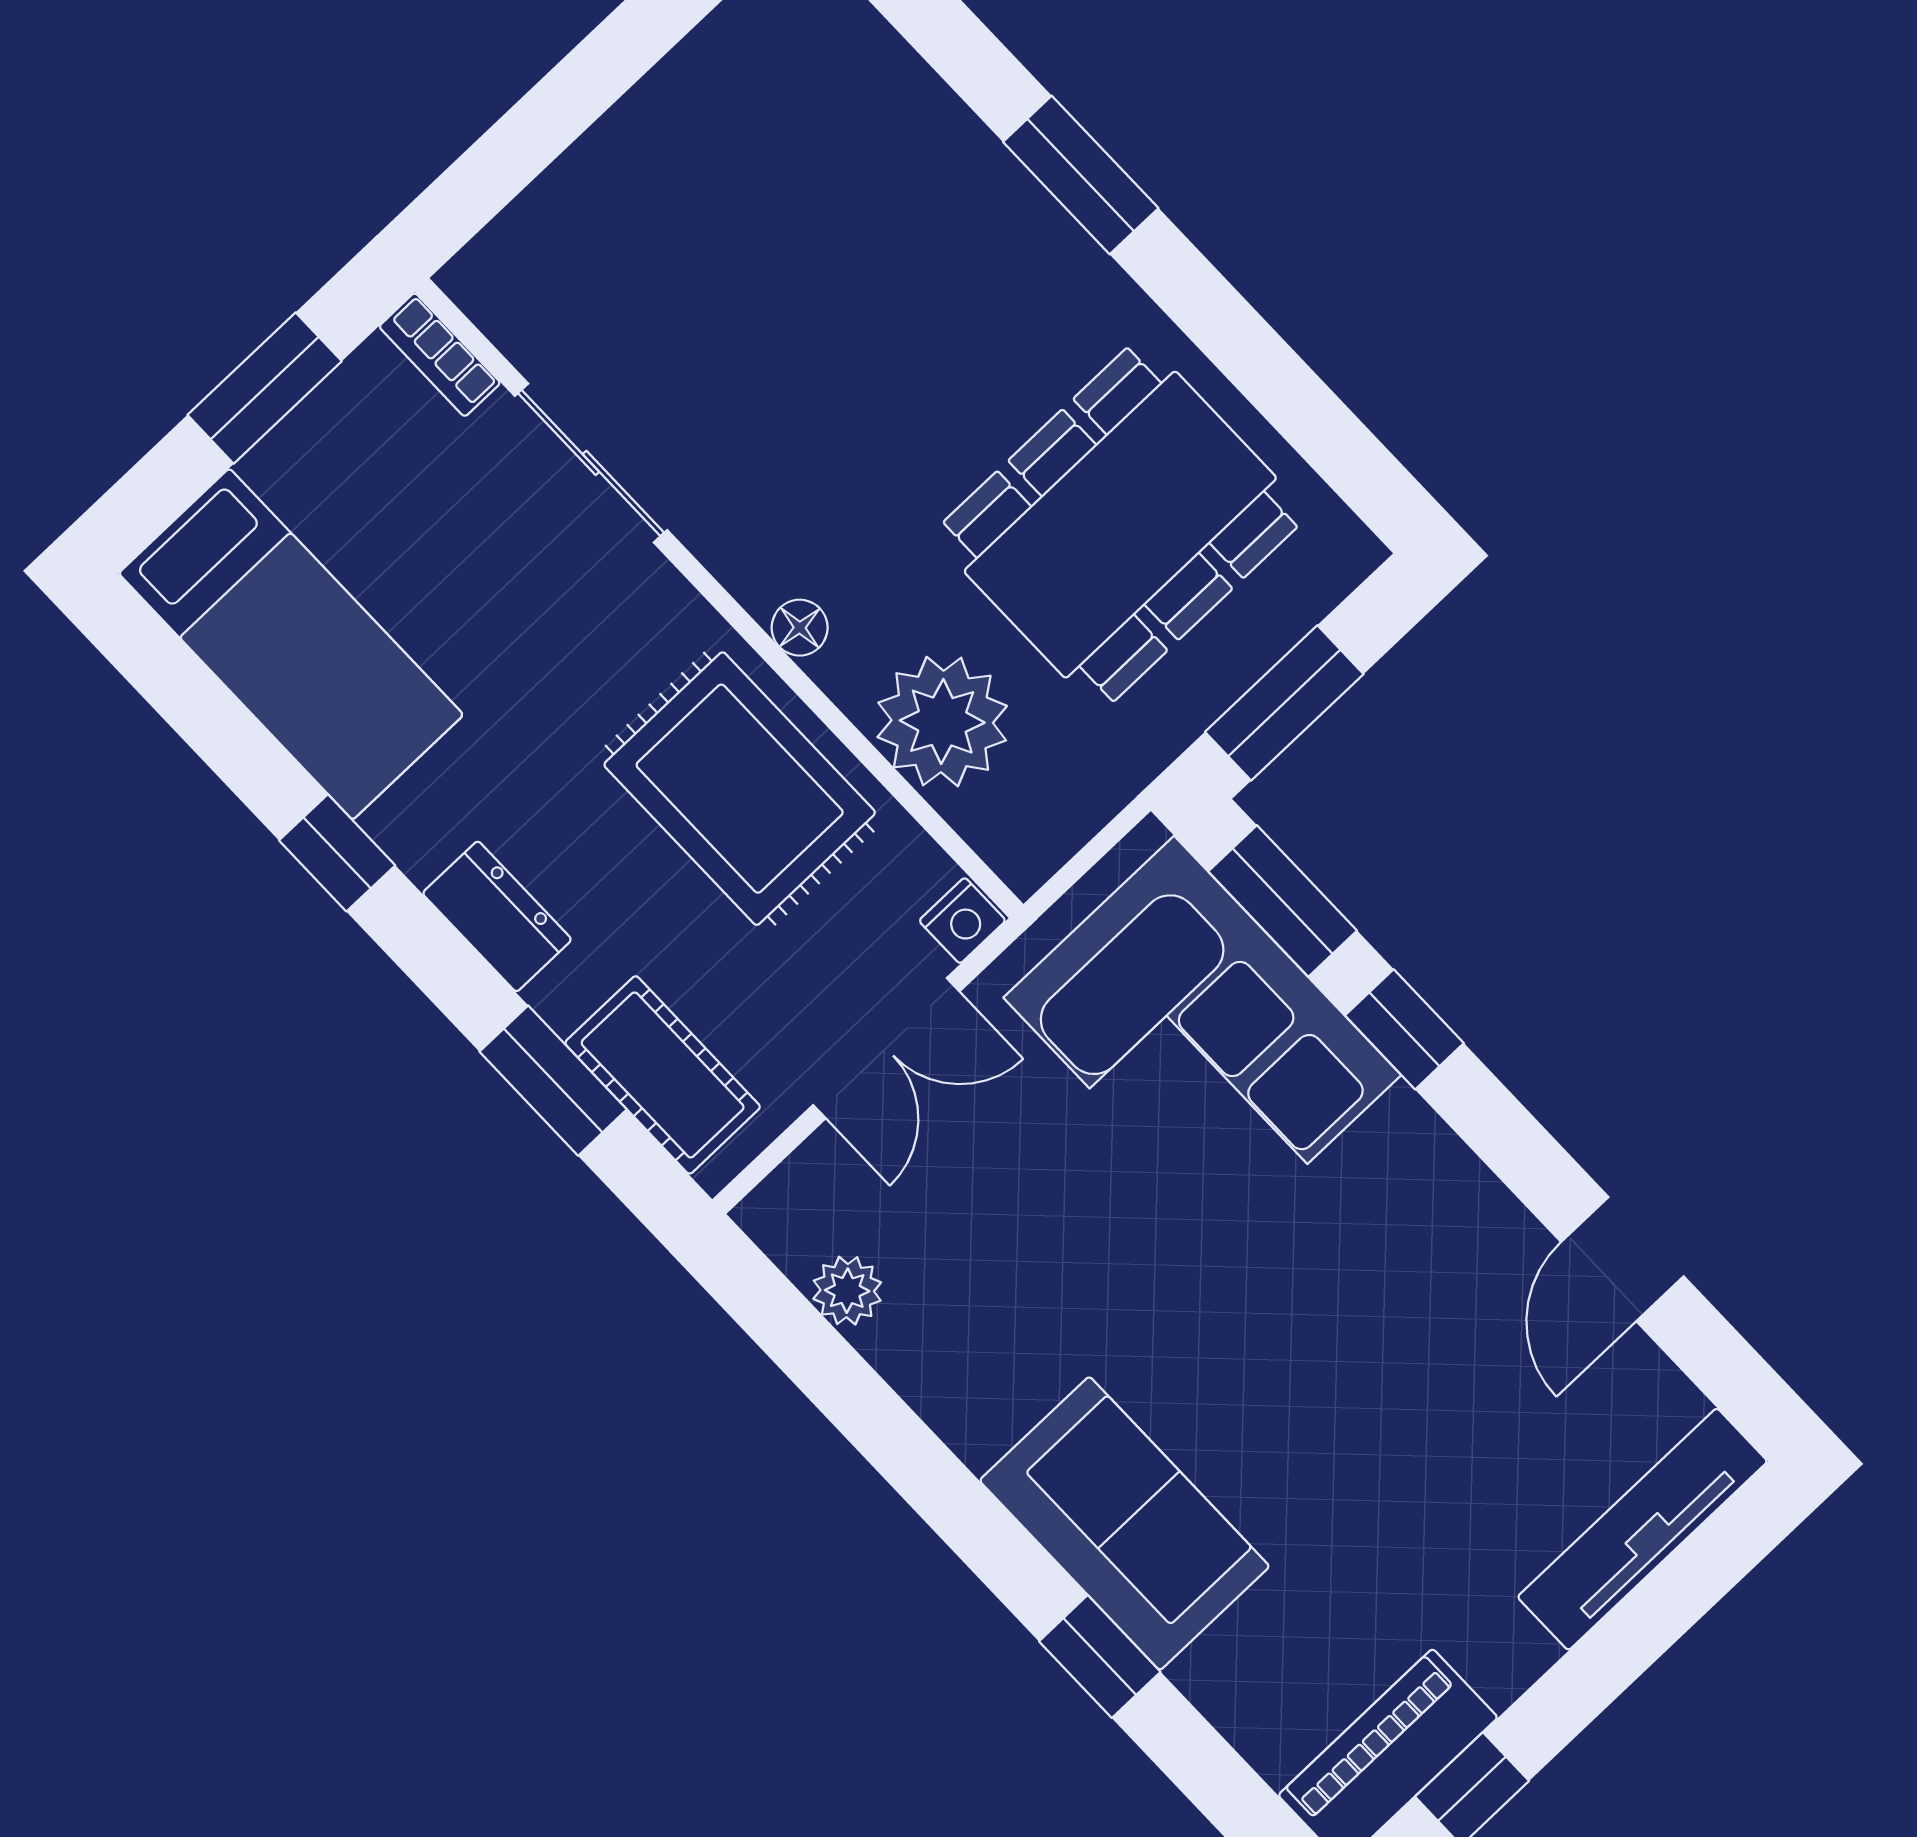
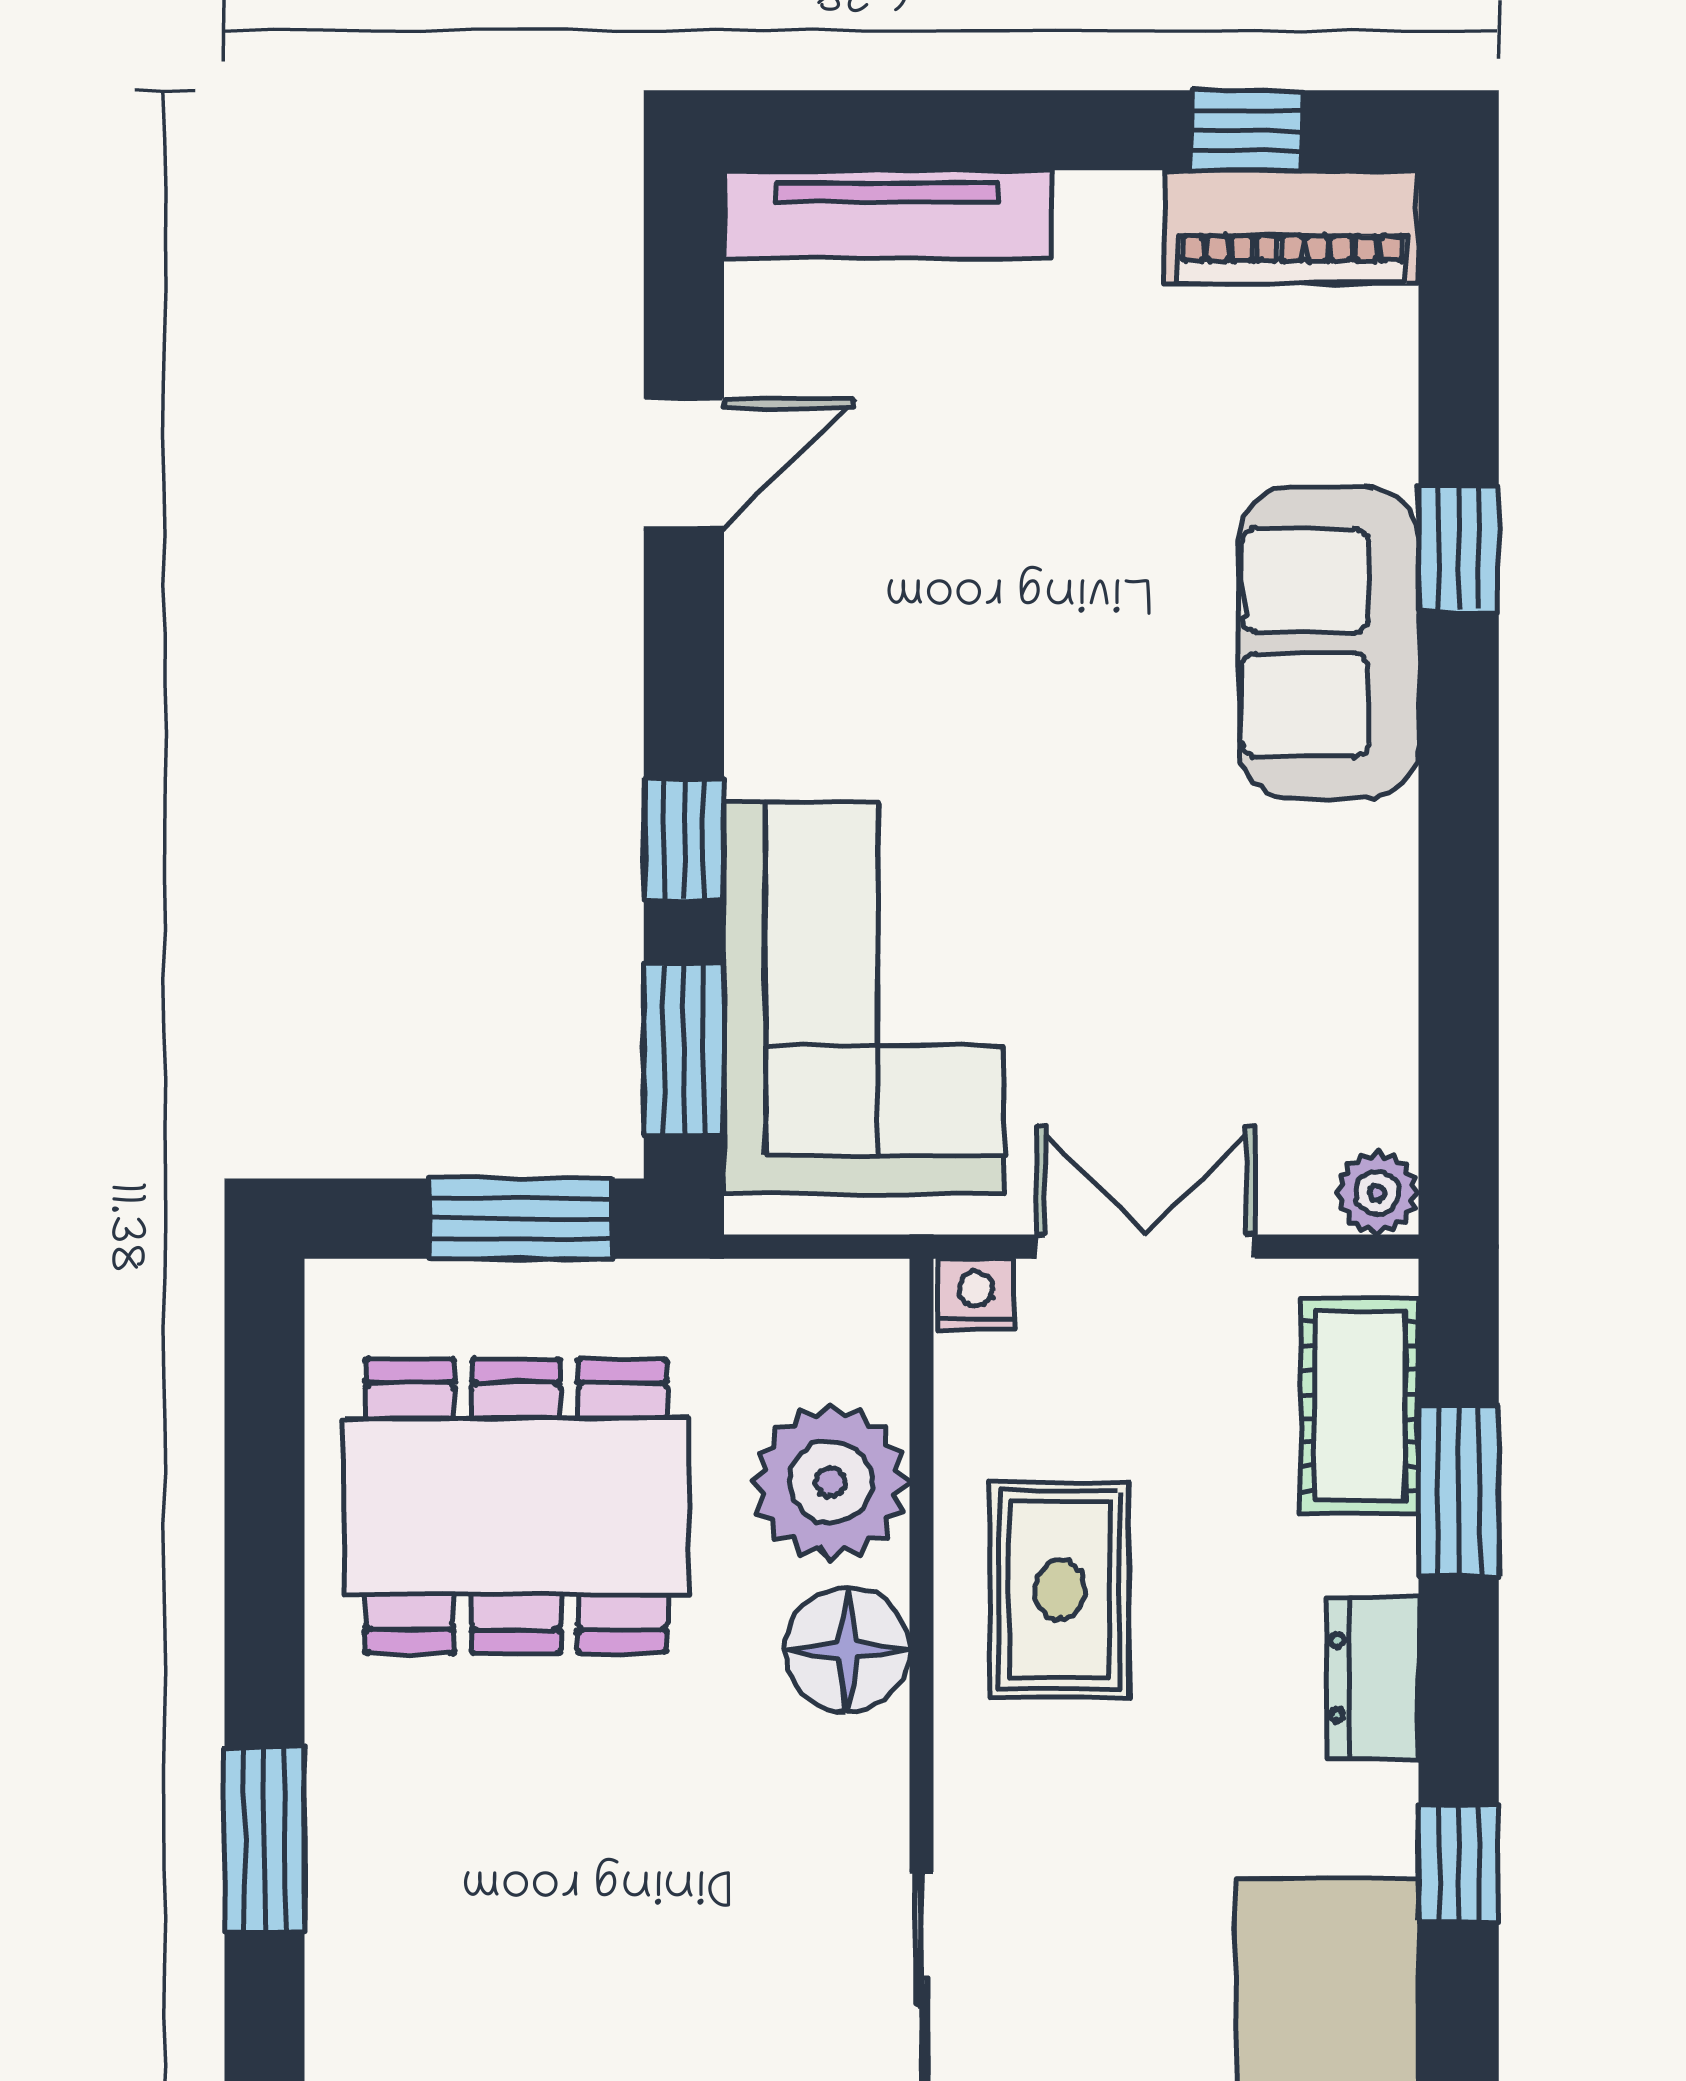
floor lamp: (800, 628) -> (847, 1650), width x1.89, depth x1.89
rug: (740, 789) -> (1060, 1590), width x0.73, depth x0.70
plant: (847, 1291) -> (1377, 1193), moved

